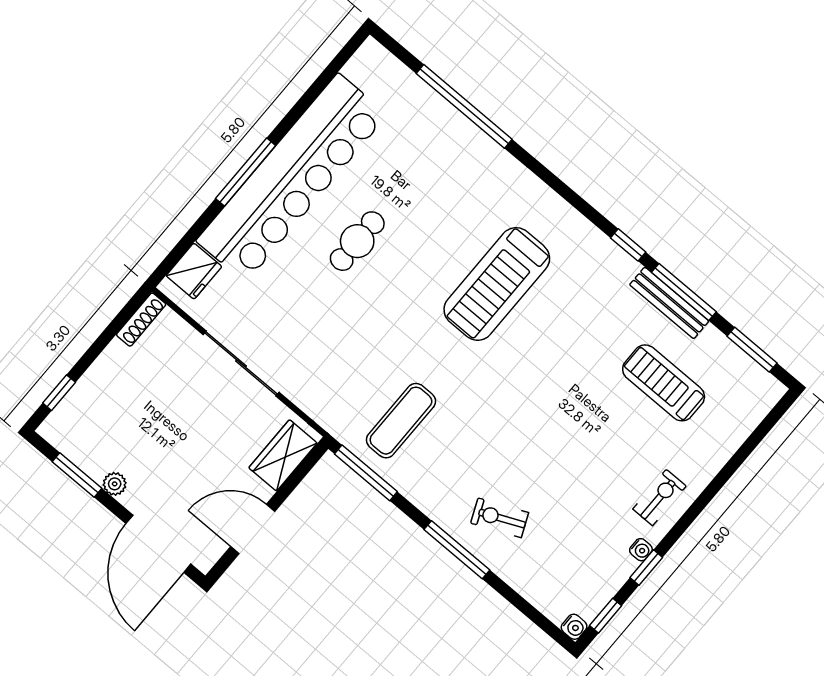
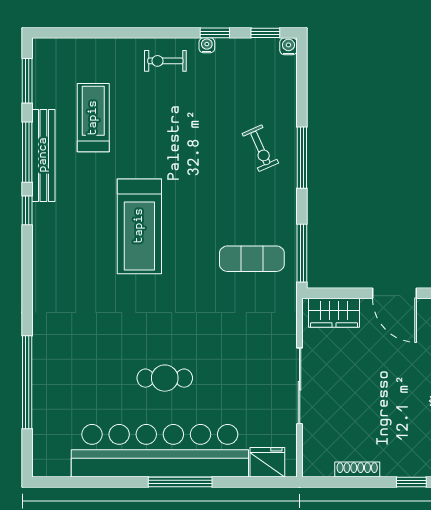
treadmill: (497, 284) -> (139, 226), moved, turned 90
bench: (669, 303) -> (43, 155), width x1.37, depth x1.21
shoe rack: (141, 320) -> (357, 470), moved
treadmill: (664, 383) -> (93, 118), turned 180

